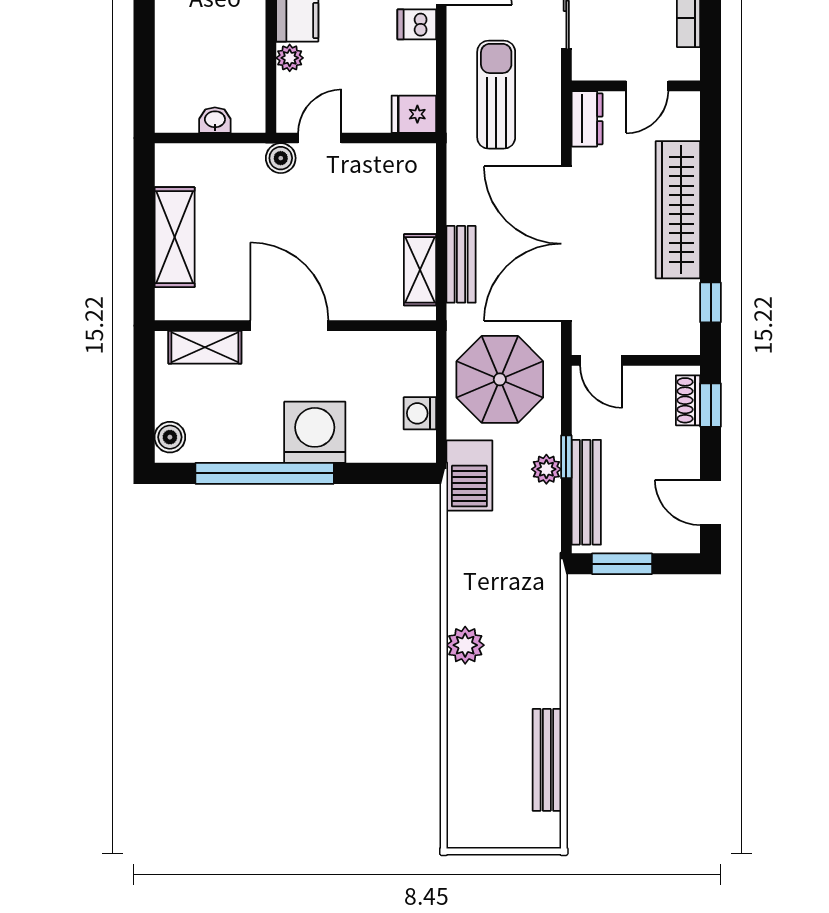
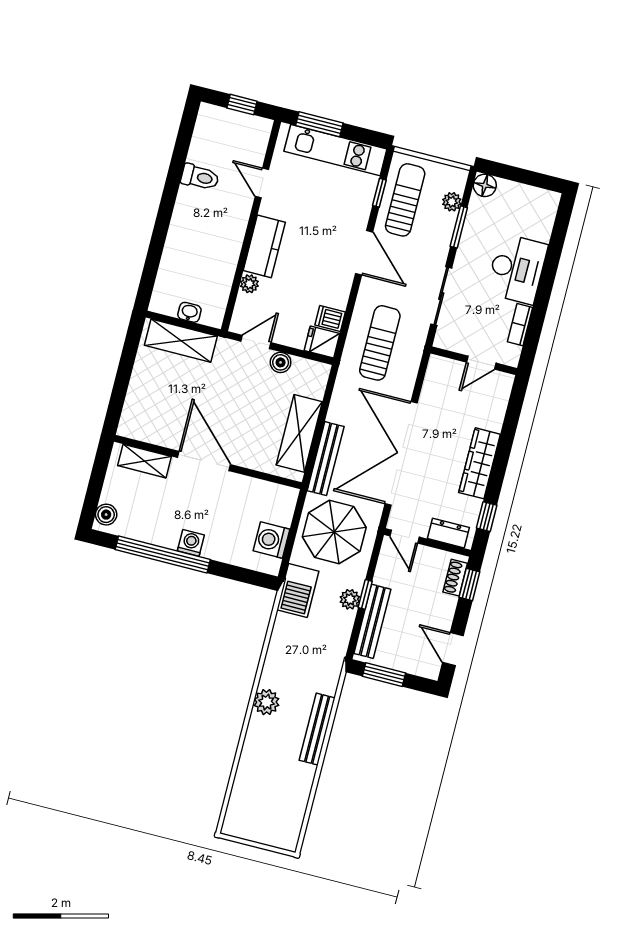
dishwasher: (417, 24) -> (330, 318), moved
dresser: (587, 119) -> (448, 533), moved, turned -90
boiler: (281, 158) -> (281, 362), moved
wardrobe: (678, 210) -> (480, 463), width x0.71, depth x0.85
shelving: (175, 237) -> (181, 341), moved, turned 90
bench: (461, 264) -> (326, 459), width x1.36
shelving: (420, 270) -> (299, 433), width x1.50, depth x1.33
washing machine: (420, 413) -> (272, 540), width x1.38, depth x1.38
washing machine: (315, 432) -> (191, 543), width x0.53, depth x0.53
bench: (547, 760) -> (317, 729), moved

